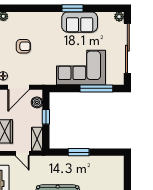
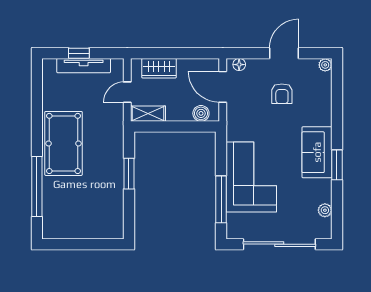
plant: (119, 17) -> (325, 210), moved
sofa: (80, 22) -> (317, 152), moved
window: (46, 117) -> (180, 127), removed

